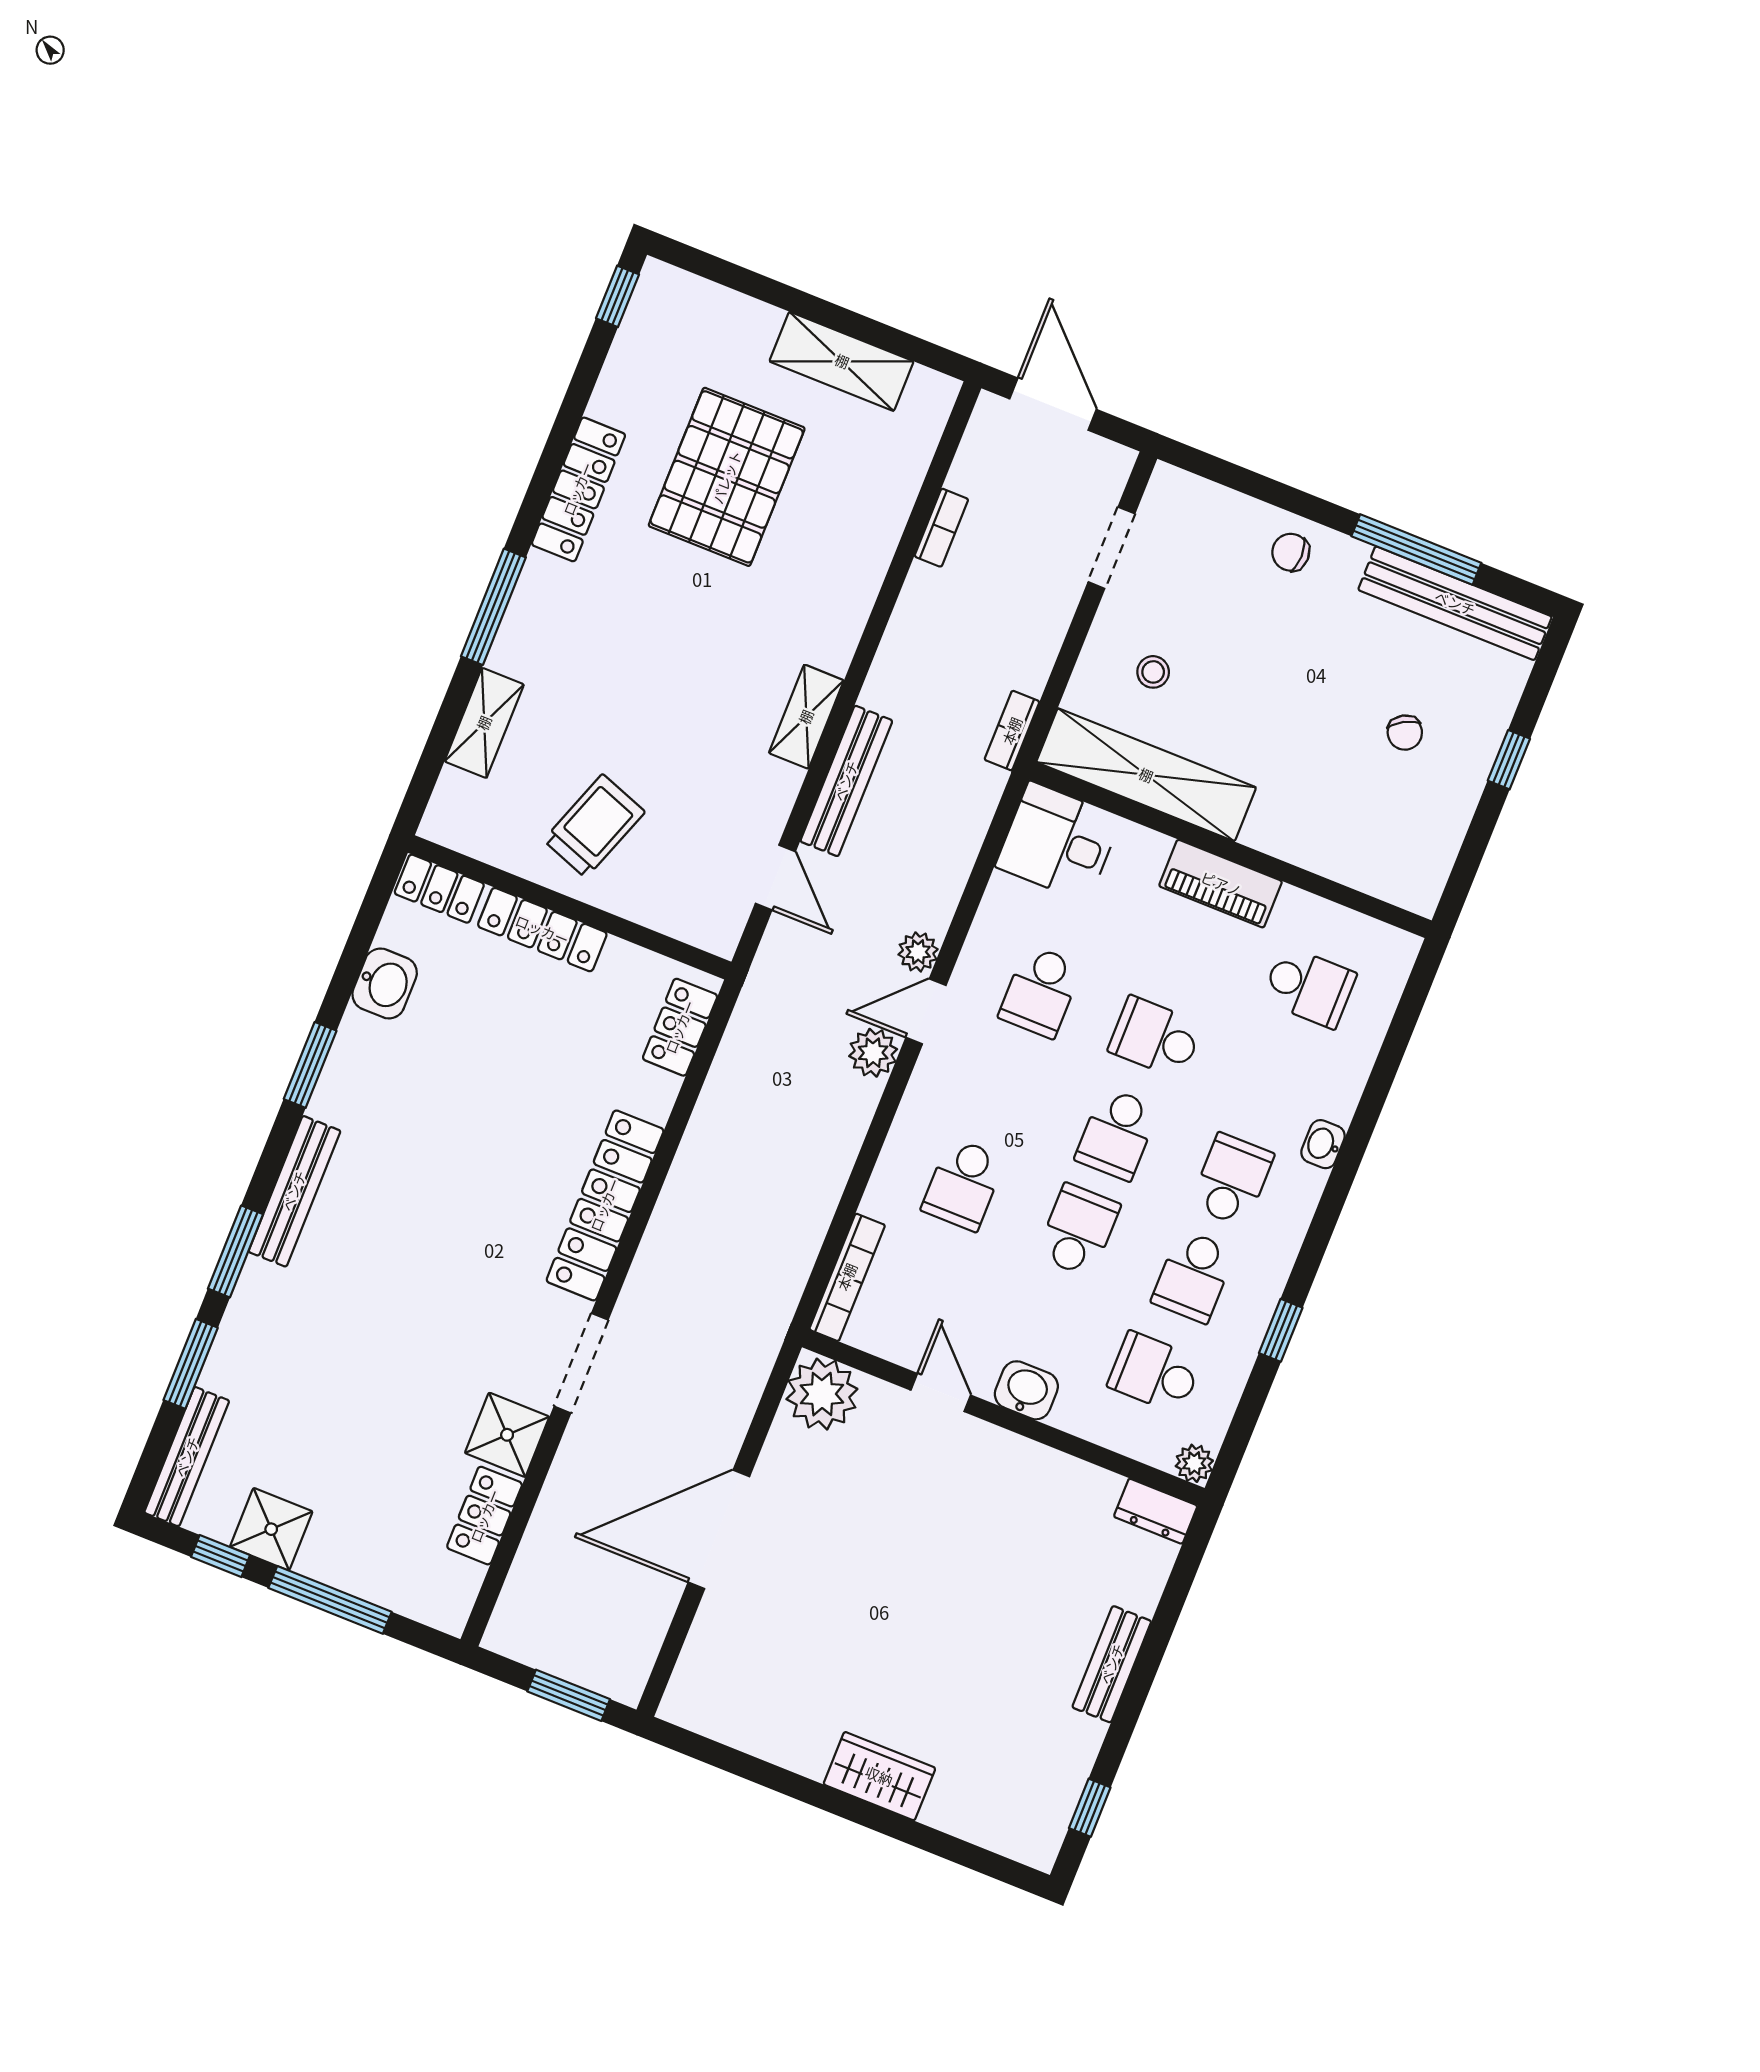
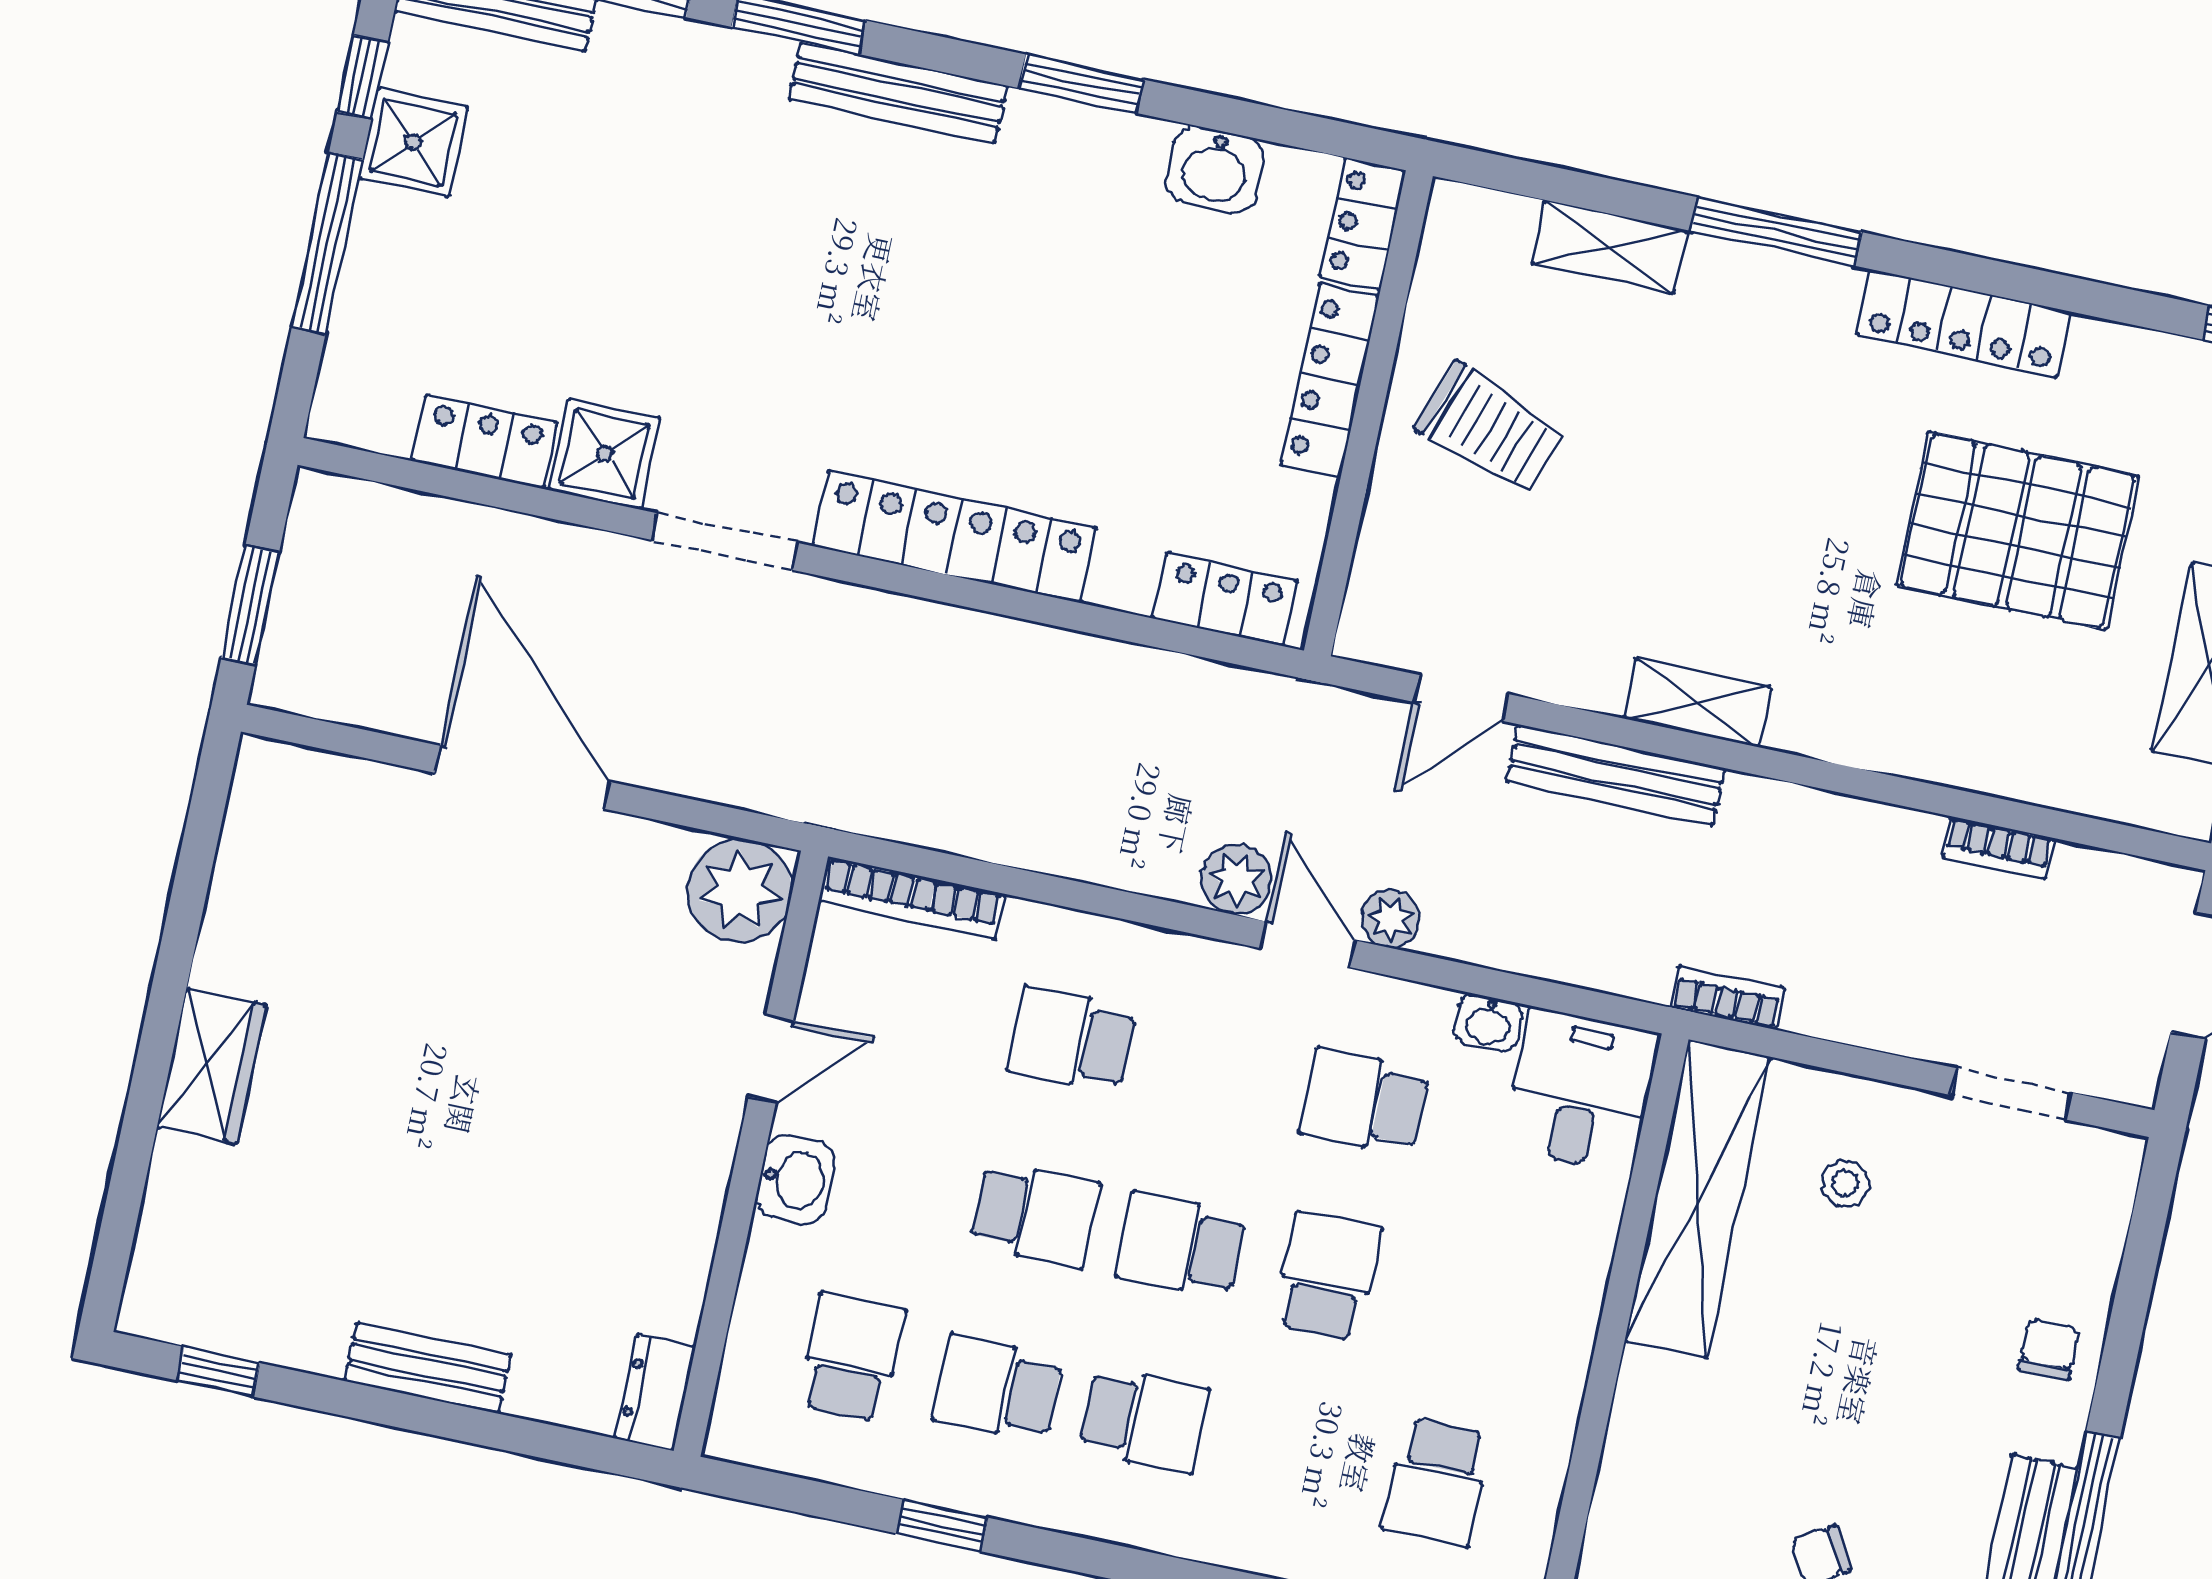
piano: (1221, 884) -> (1561, 1331), removed
washbasin: (1323, 1144) -> (1488, 1023), moved, turned 180
plant: (1194, 1463) -> (733, 1436), removed

